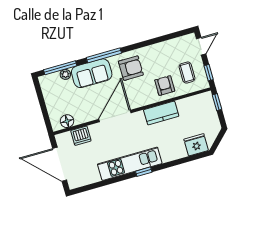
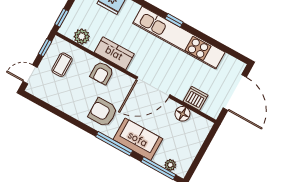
plant: (65, 74) -> (170, 165), moved
armchair: (165, 86) -> (102, 73), moved
plant: (192, 103) -> (82, 36), added
floor lamp: (67, 121) -> (182, 114), moved
kitchen unit: (130, 164) -> (179, 38), width x1.36

